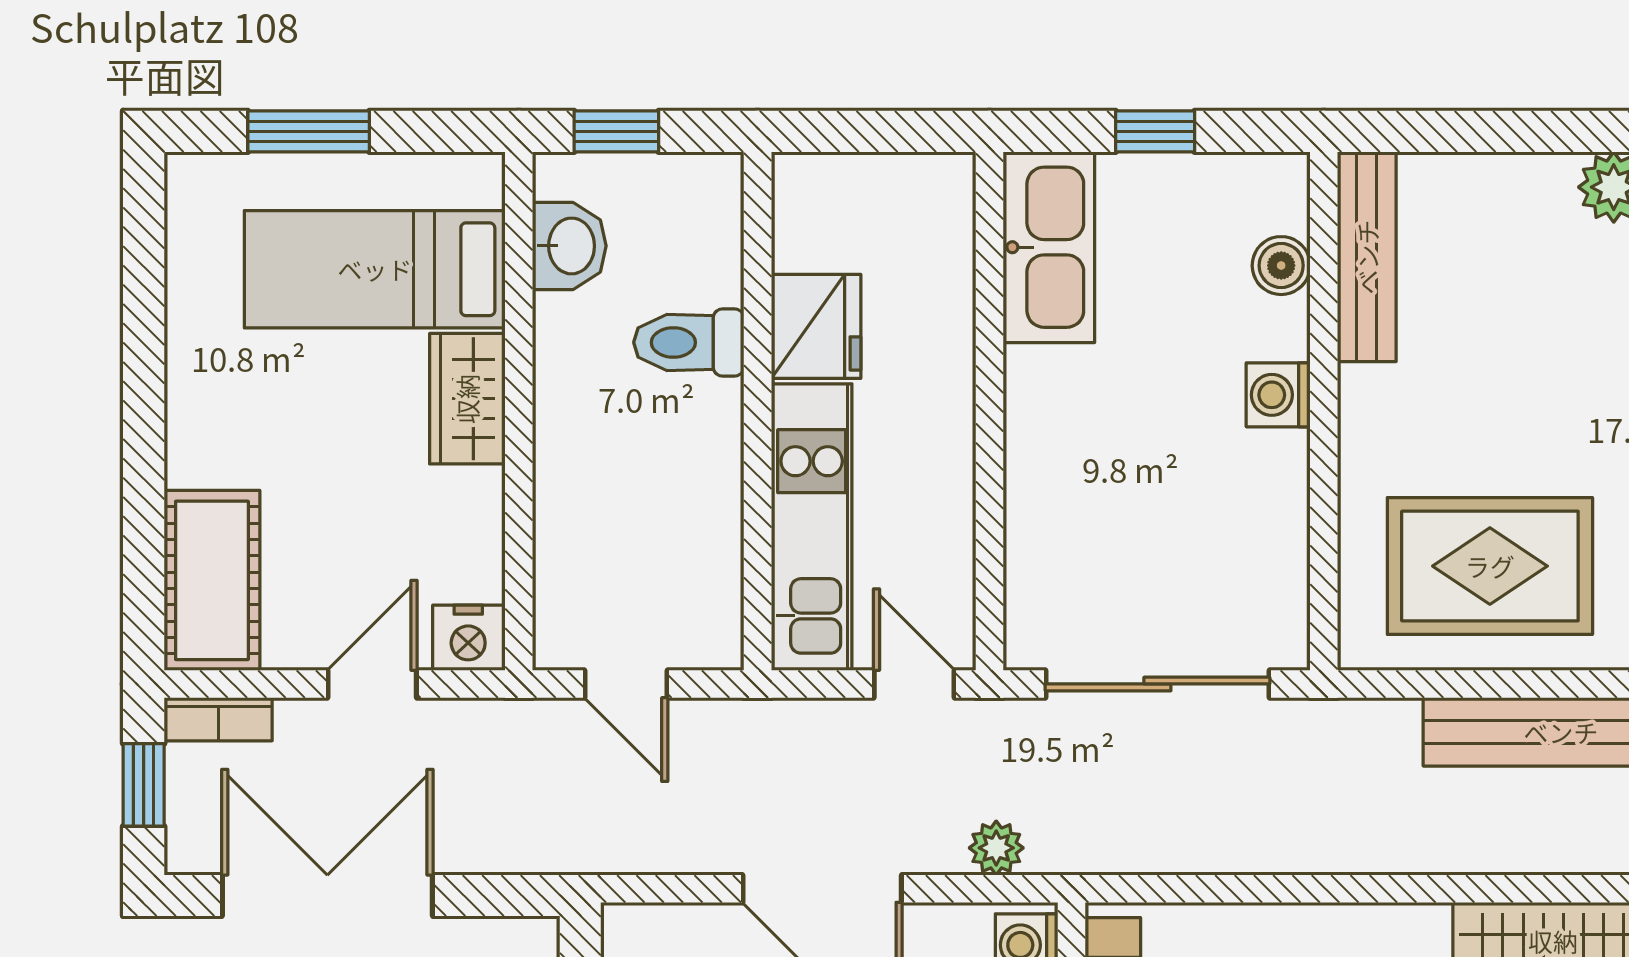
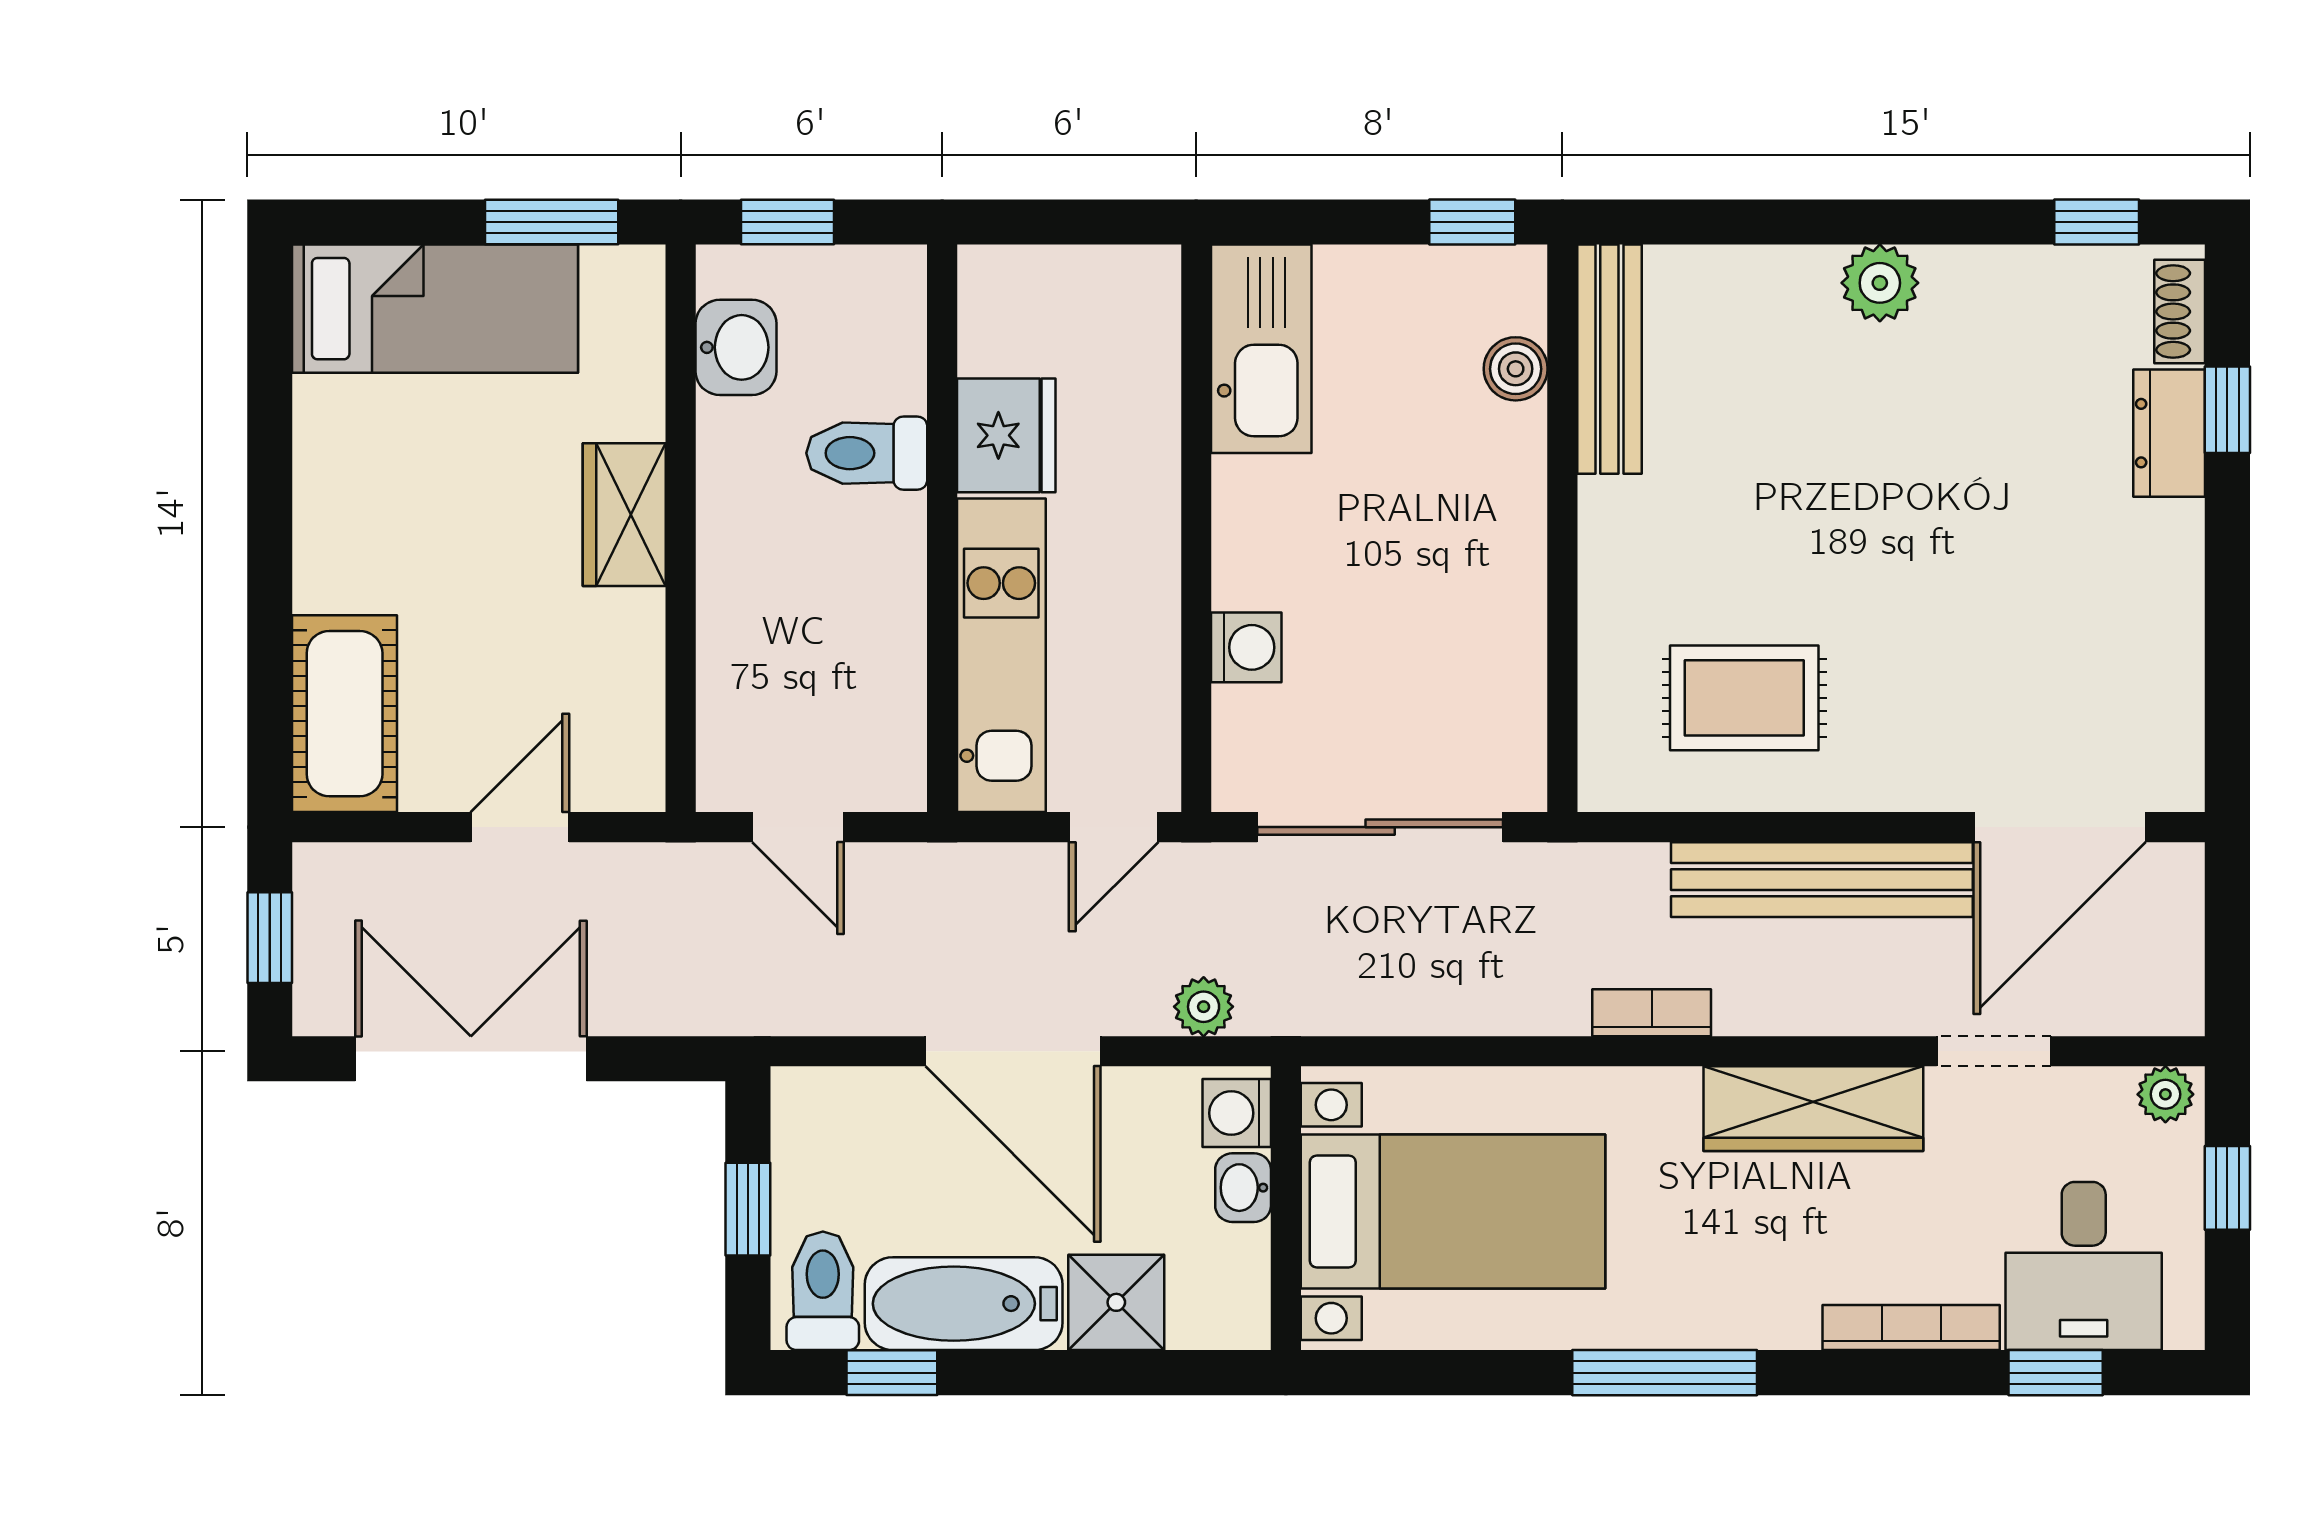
window: (309, 131) -> (552, 222), moved
window: (1155, 131) -> (1472, 222), moved
bed: (375, 269) -> (435, 309), moved, turned 180
washing machine: (1278, 395) -> (1246, 647), moved, turned 180
rug: (1490, 566) -> (1744, 698), width x0.73, depth x0.70
nightstand: (468, 638) -> (625, 776), removed
door: (914, 684) -> (1114, 827), swing flipped
bookcase: (218, 719) -> (1652, 1013), moved, turned 180

